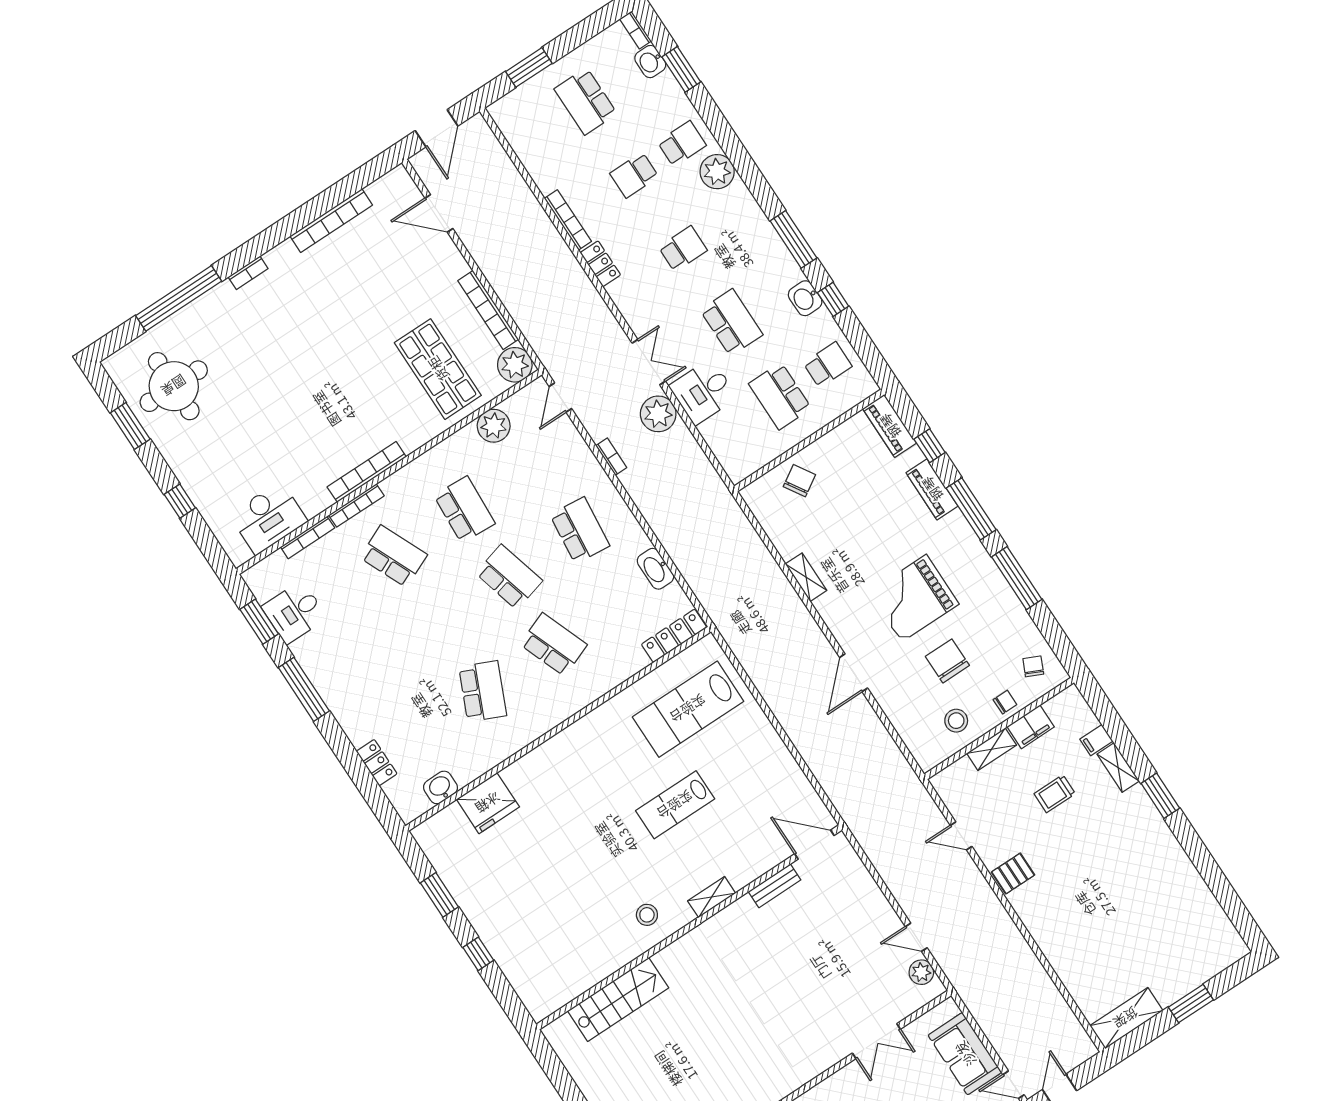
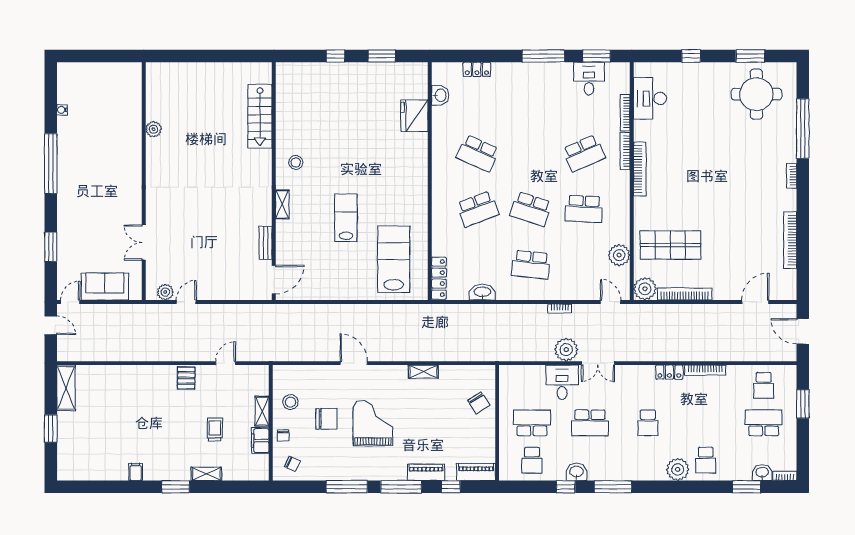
school desk: (634, 175) -> (764, 385), moved, turned 180
school desk: (509, 577) -> (531, 209), turned 33
filing cabinet: (1096, 740) -> (136, 472), moved

